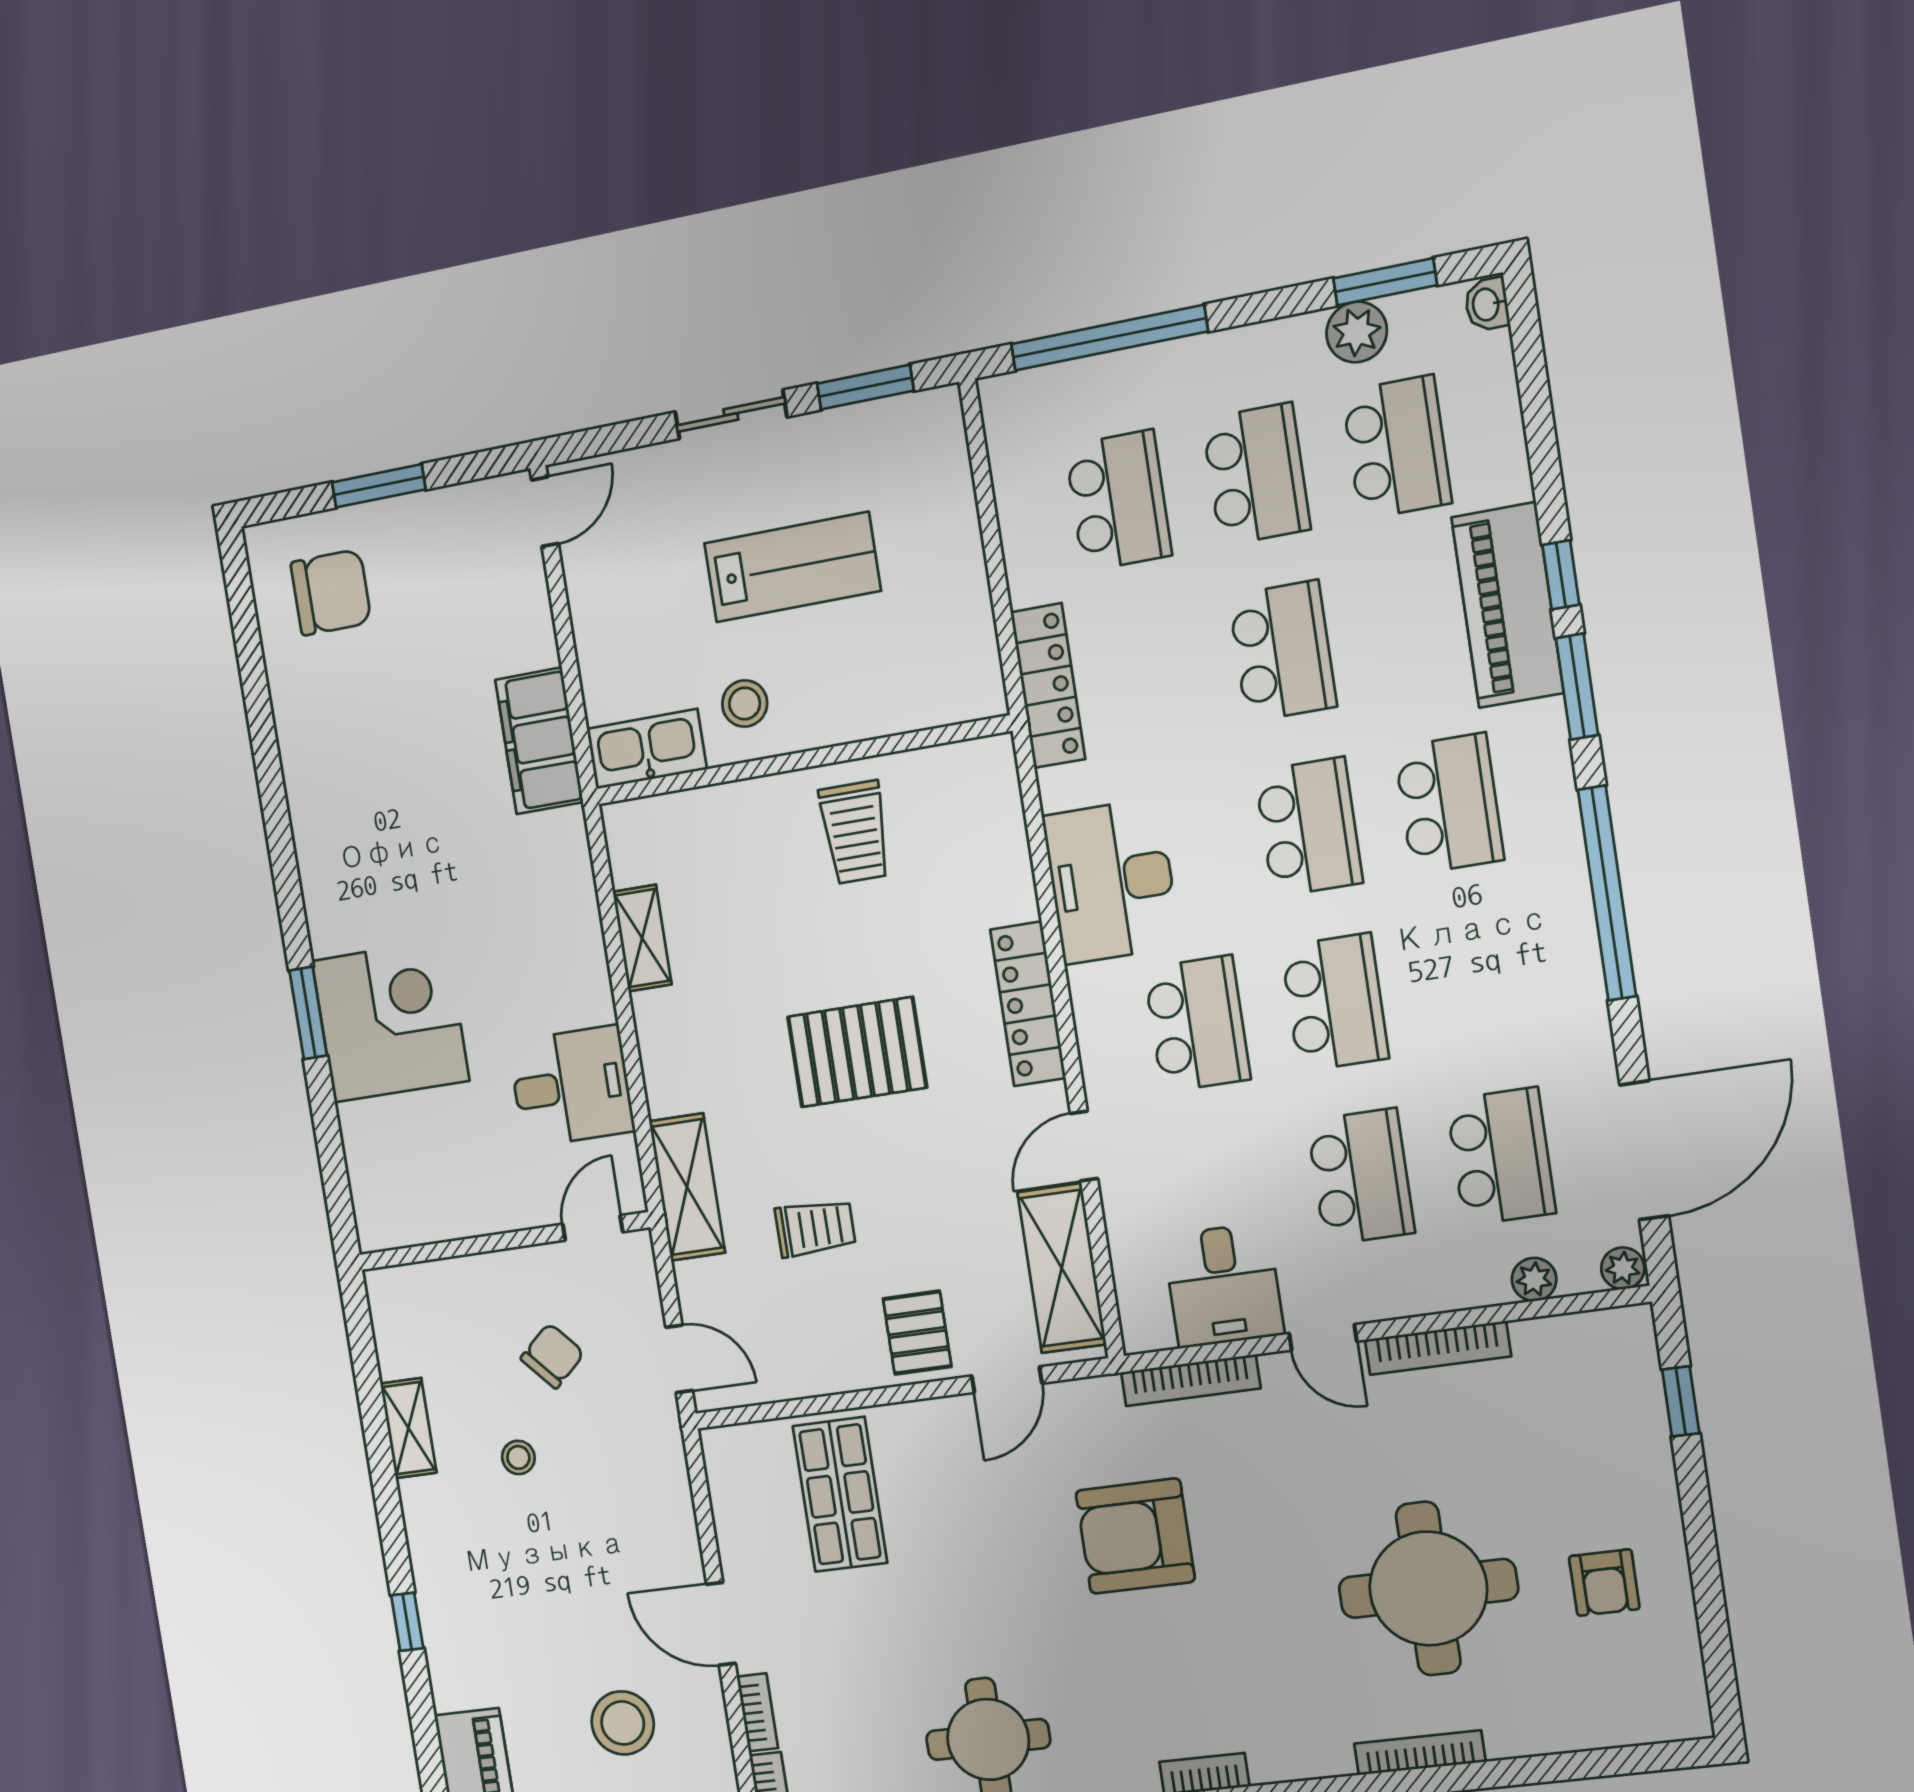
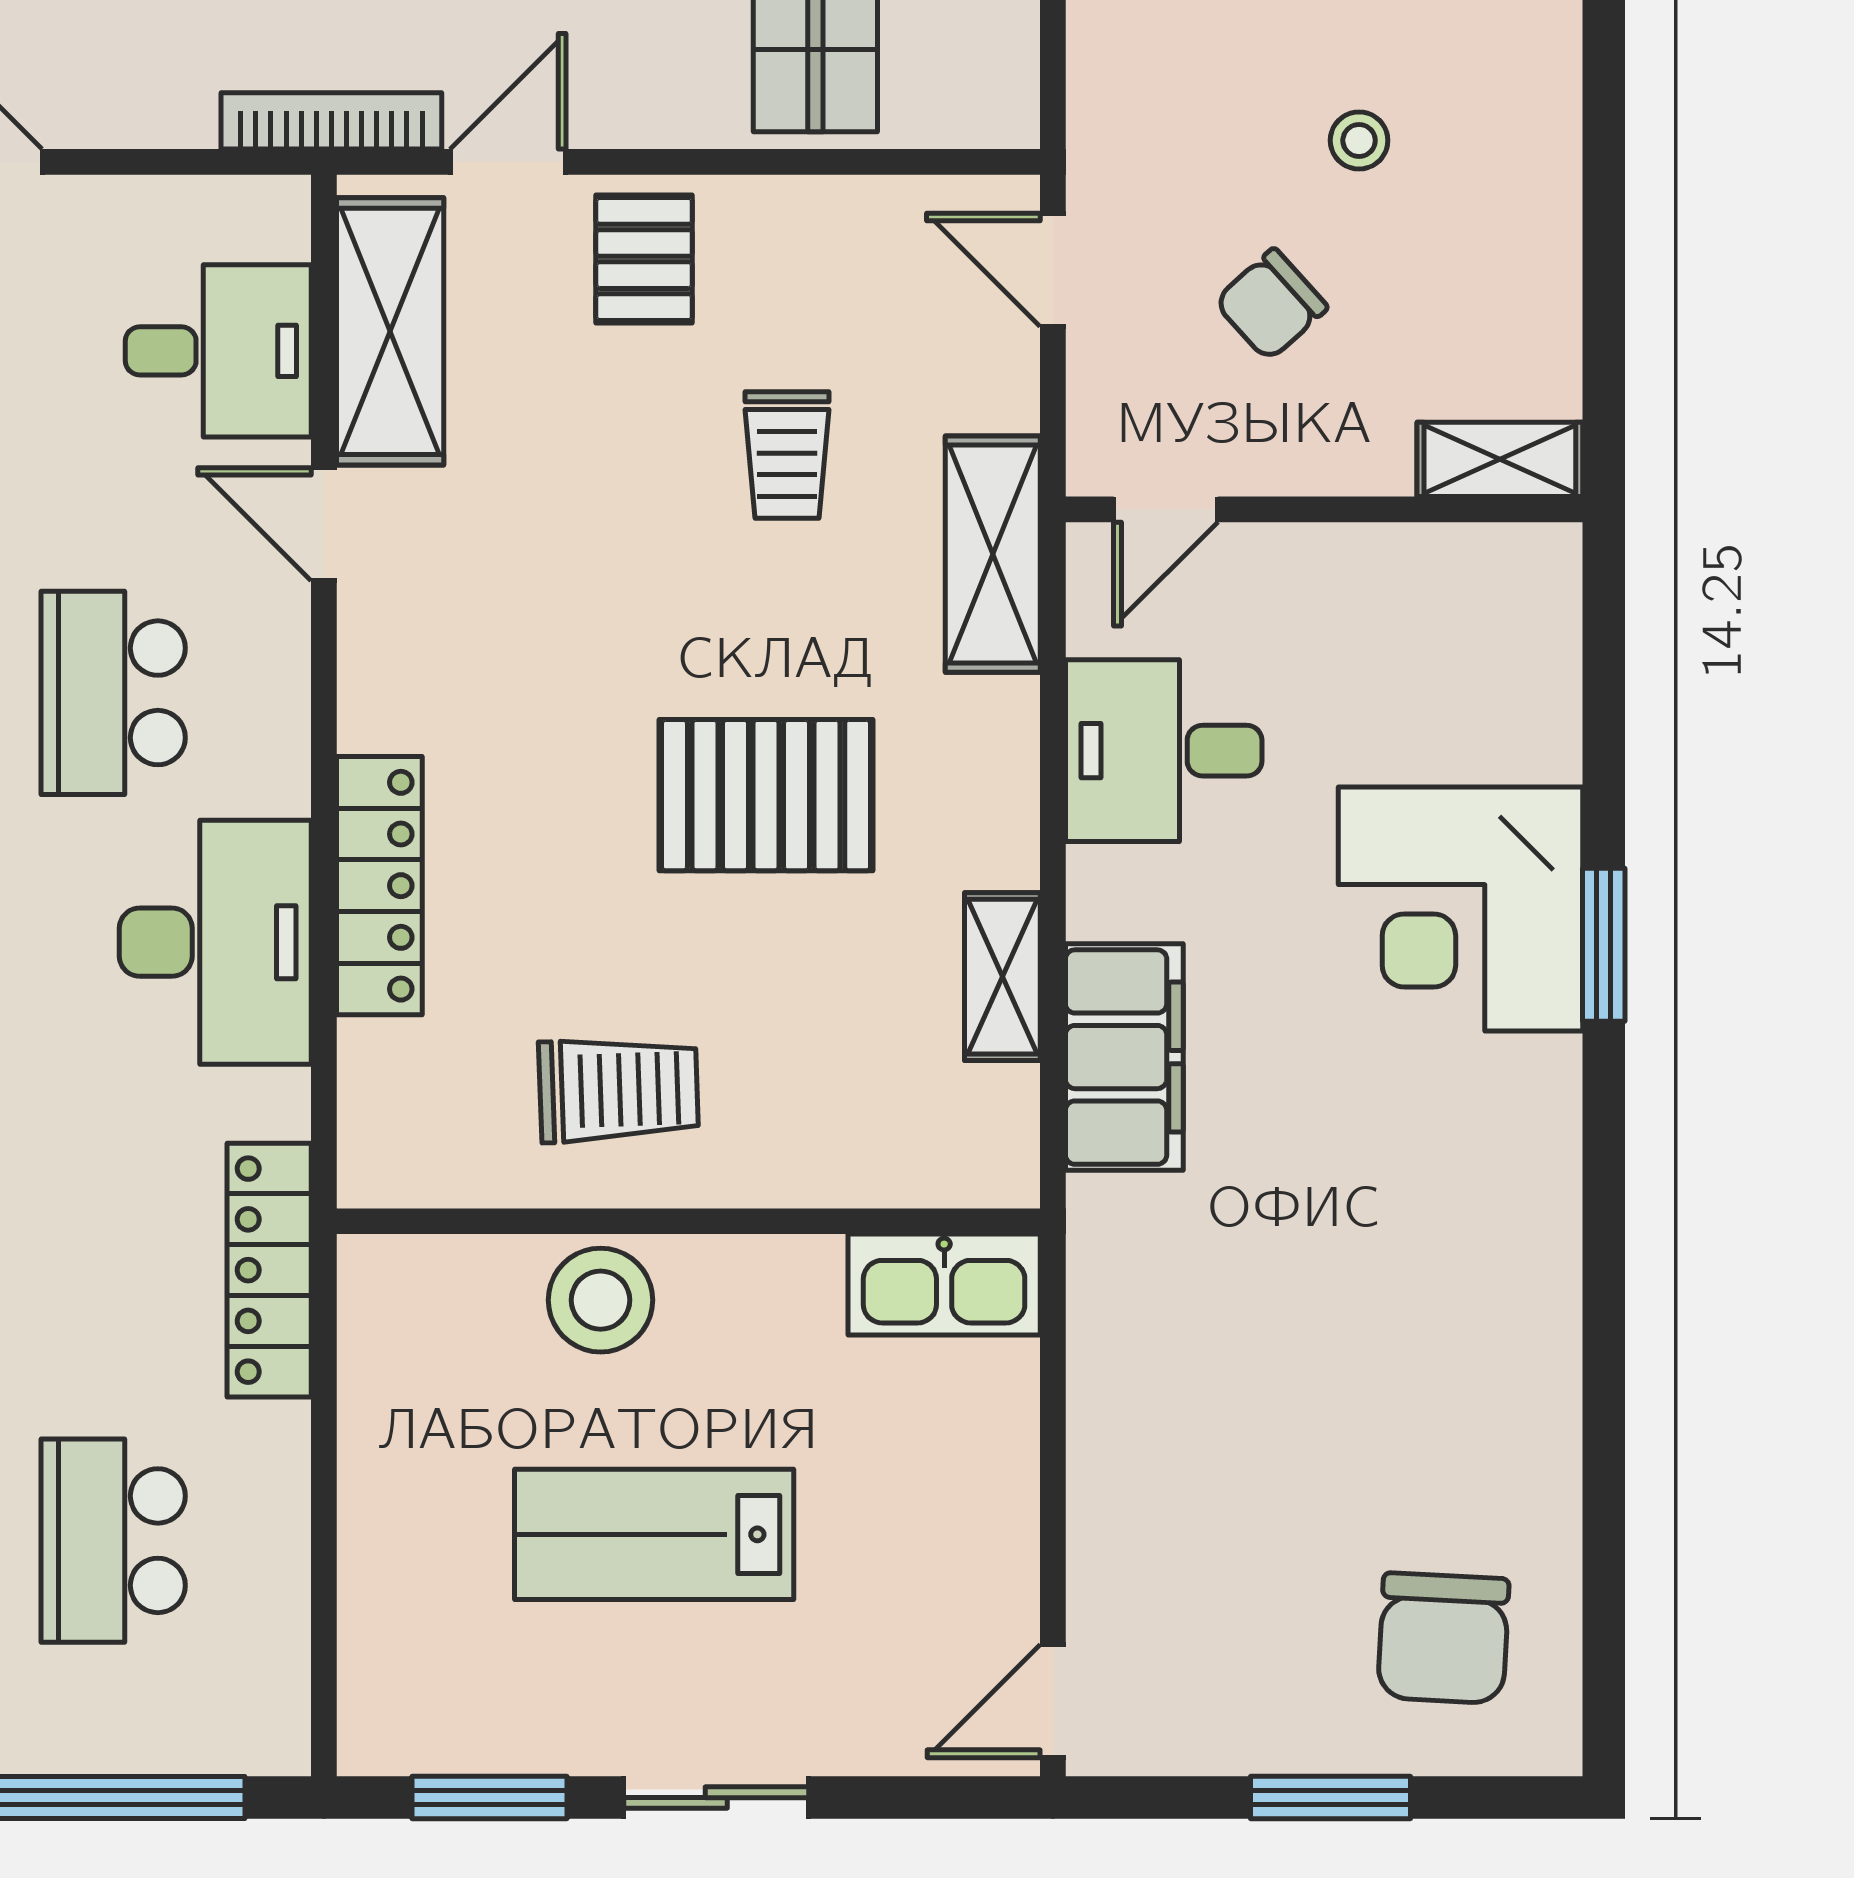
chair: (331, 592) -> (1443, 1638), turned -87
stool: (745, 704) -> (601, 1300), moved, width x1.38, depth x1.38
filing cabinet: (539, 741) -> (1124, 1057), moved
trolley: (855, 832) -> (619, 1090), turned 88
locker: (1028, 1004) -> (379, 886), moved
pallet: (857, 1052) -> (766, 795), moved
door: (1084, 1146) -> (324, 524), swing flipped
trolley: (815, 1228) -> (787, 455), turned -90
desk: (1223, 1285) -> (218, 351), moved, turned 90
bookcase: (1191, 1380) -> (331, 121), moved
shelving: (408, 1428) -> (1500, 459), moved, turned 90

